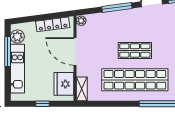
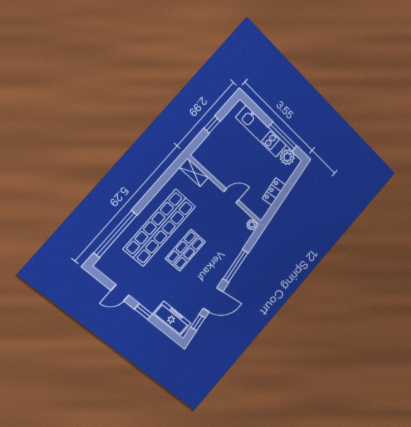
locker: (53, 24) -> (274, 192), width x0.66
door: (75, 51) -> (231, 196), width x0.53
fridge: (64, 84) -> (212, 160), removed

